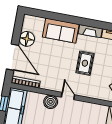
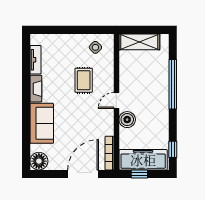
floor lamp: (27, 39) -> (39, 161), moved
rug: (85, 63) -> (84, 80), moved, turned 90

